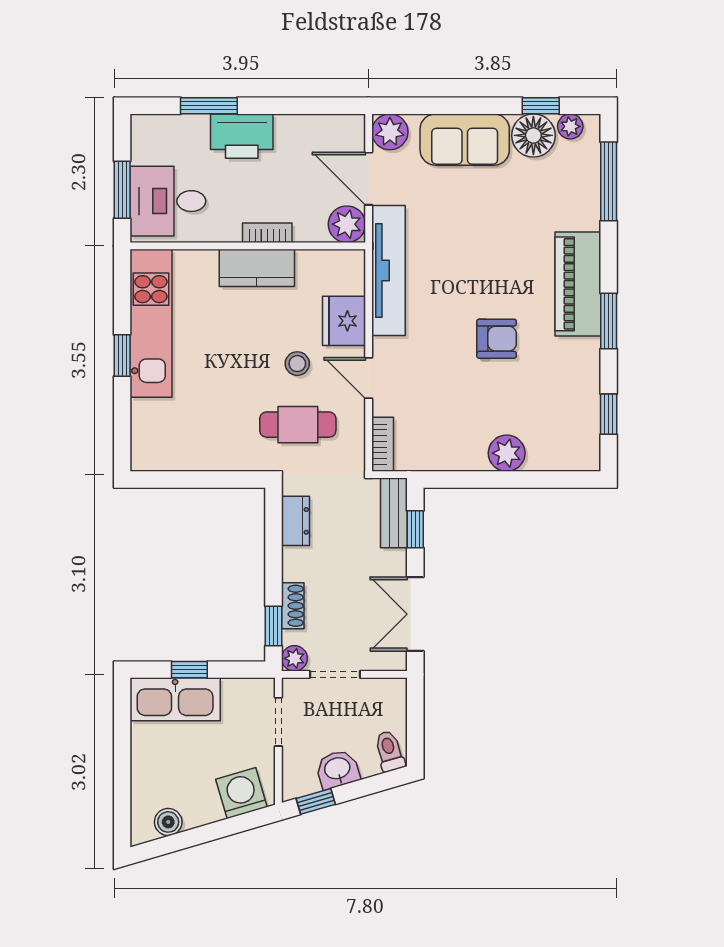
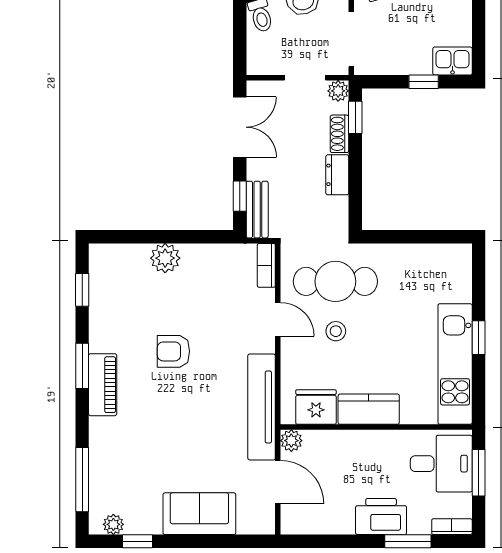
plant: (390, 132) -> (260, 520), removed
floor lamp: (533, 135) -> (143, 517), removed
plant: (347, 224) -> (291, 441), width x0.73, depth x0.73
bookcase: (267, 233) -> (452, 527), moved, turned 180
piano: (578, 284) -> (103, 385), width x0.73, depth x0.75
fridge: (344, 321) -> (316, 407), moved, turned -90
cafe table: (298, 425) -> (335, 281), width x1.37, depth x1.35
dresser: (295, 521) -> (337, 175), moved
kitchen sink: (175, 699) -> (453, 61), width x0.53, depth x0.81
doorway: (278, 722) -> (351, 39), width x1.38

